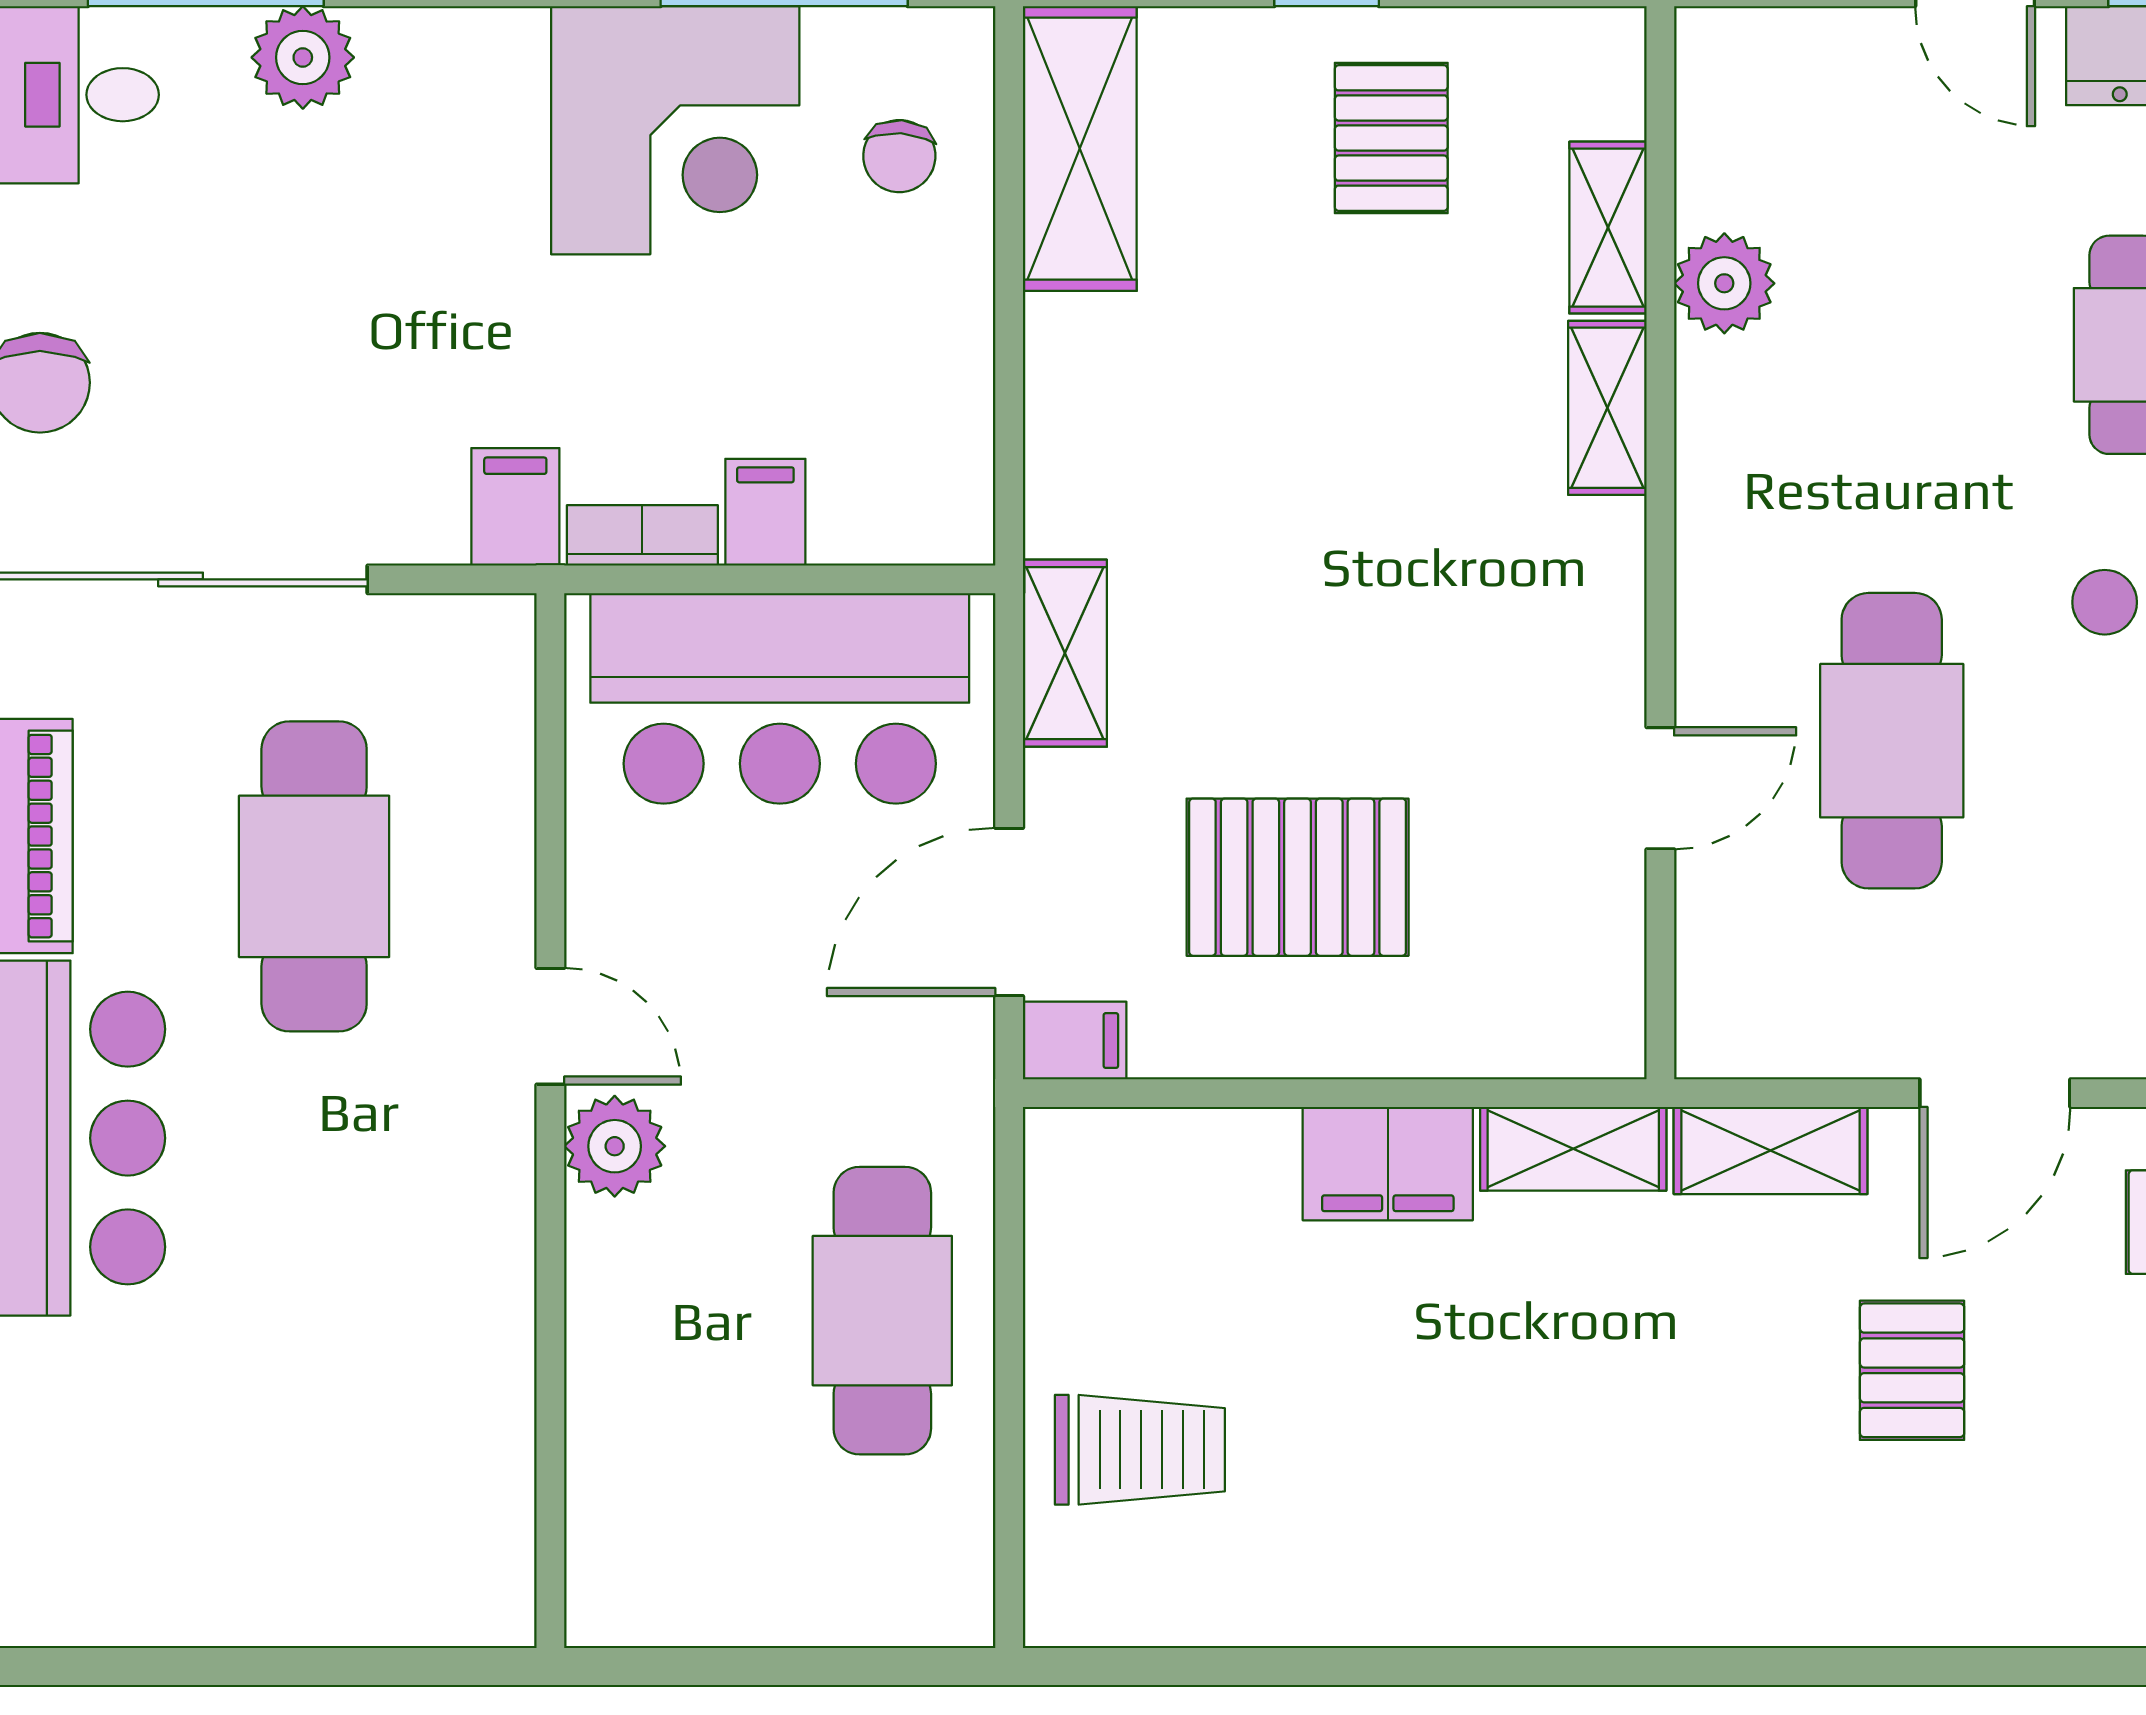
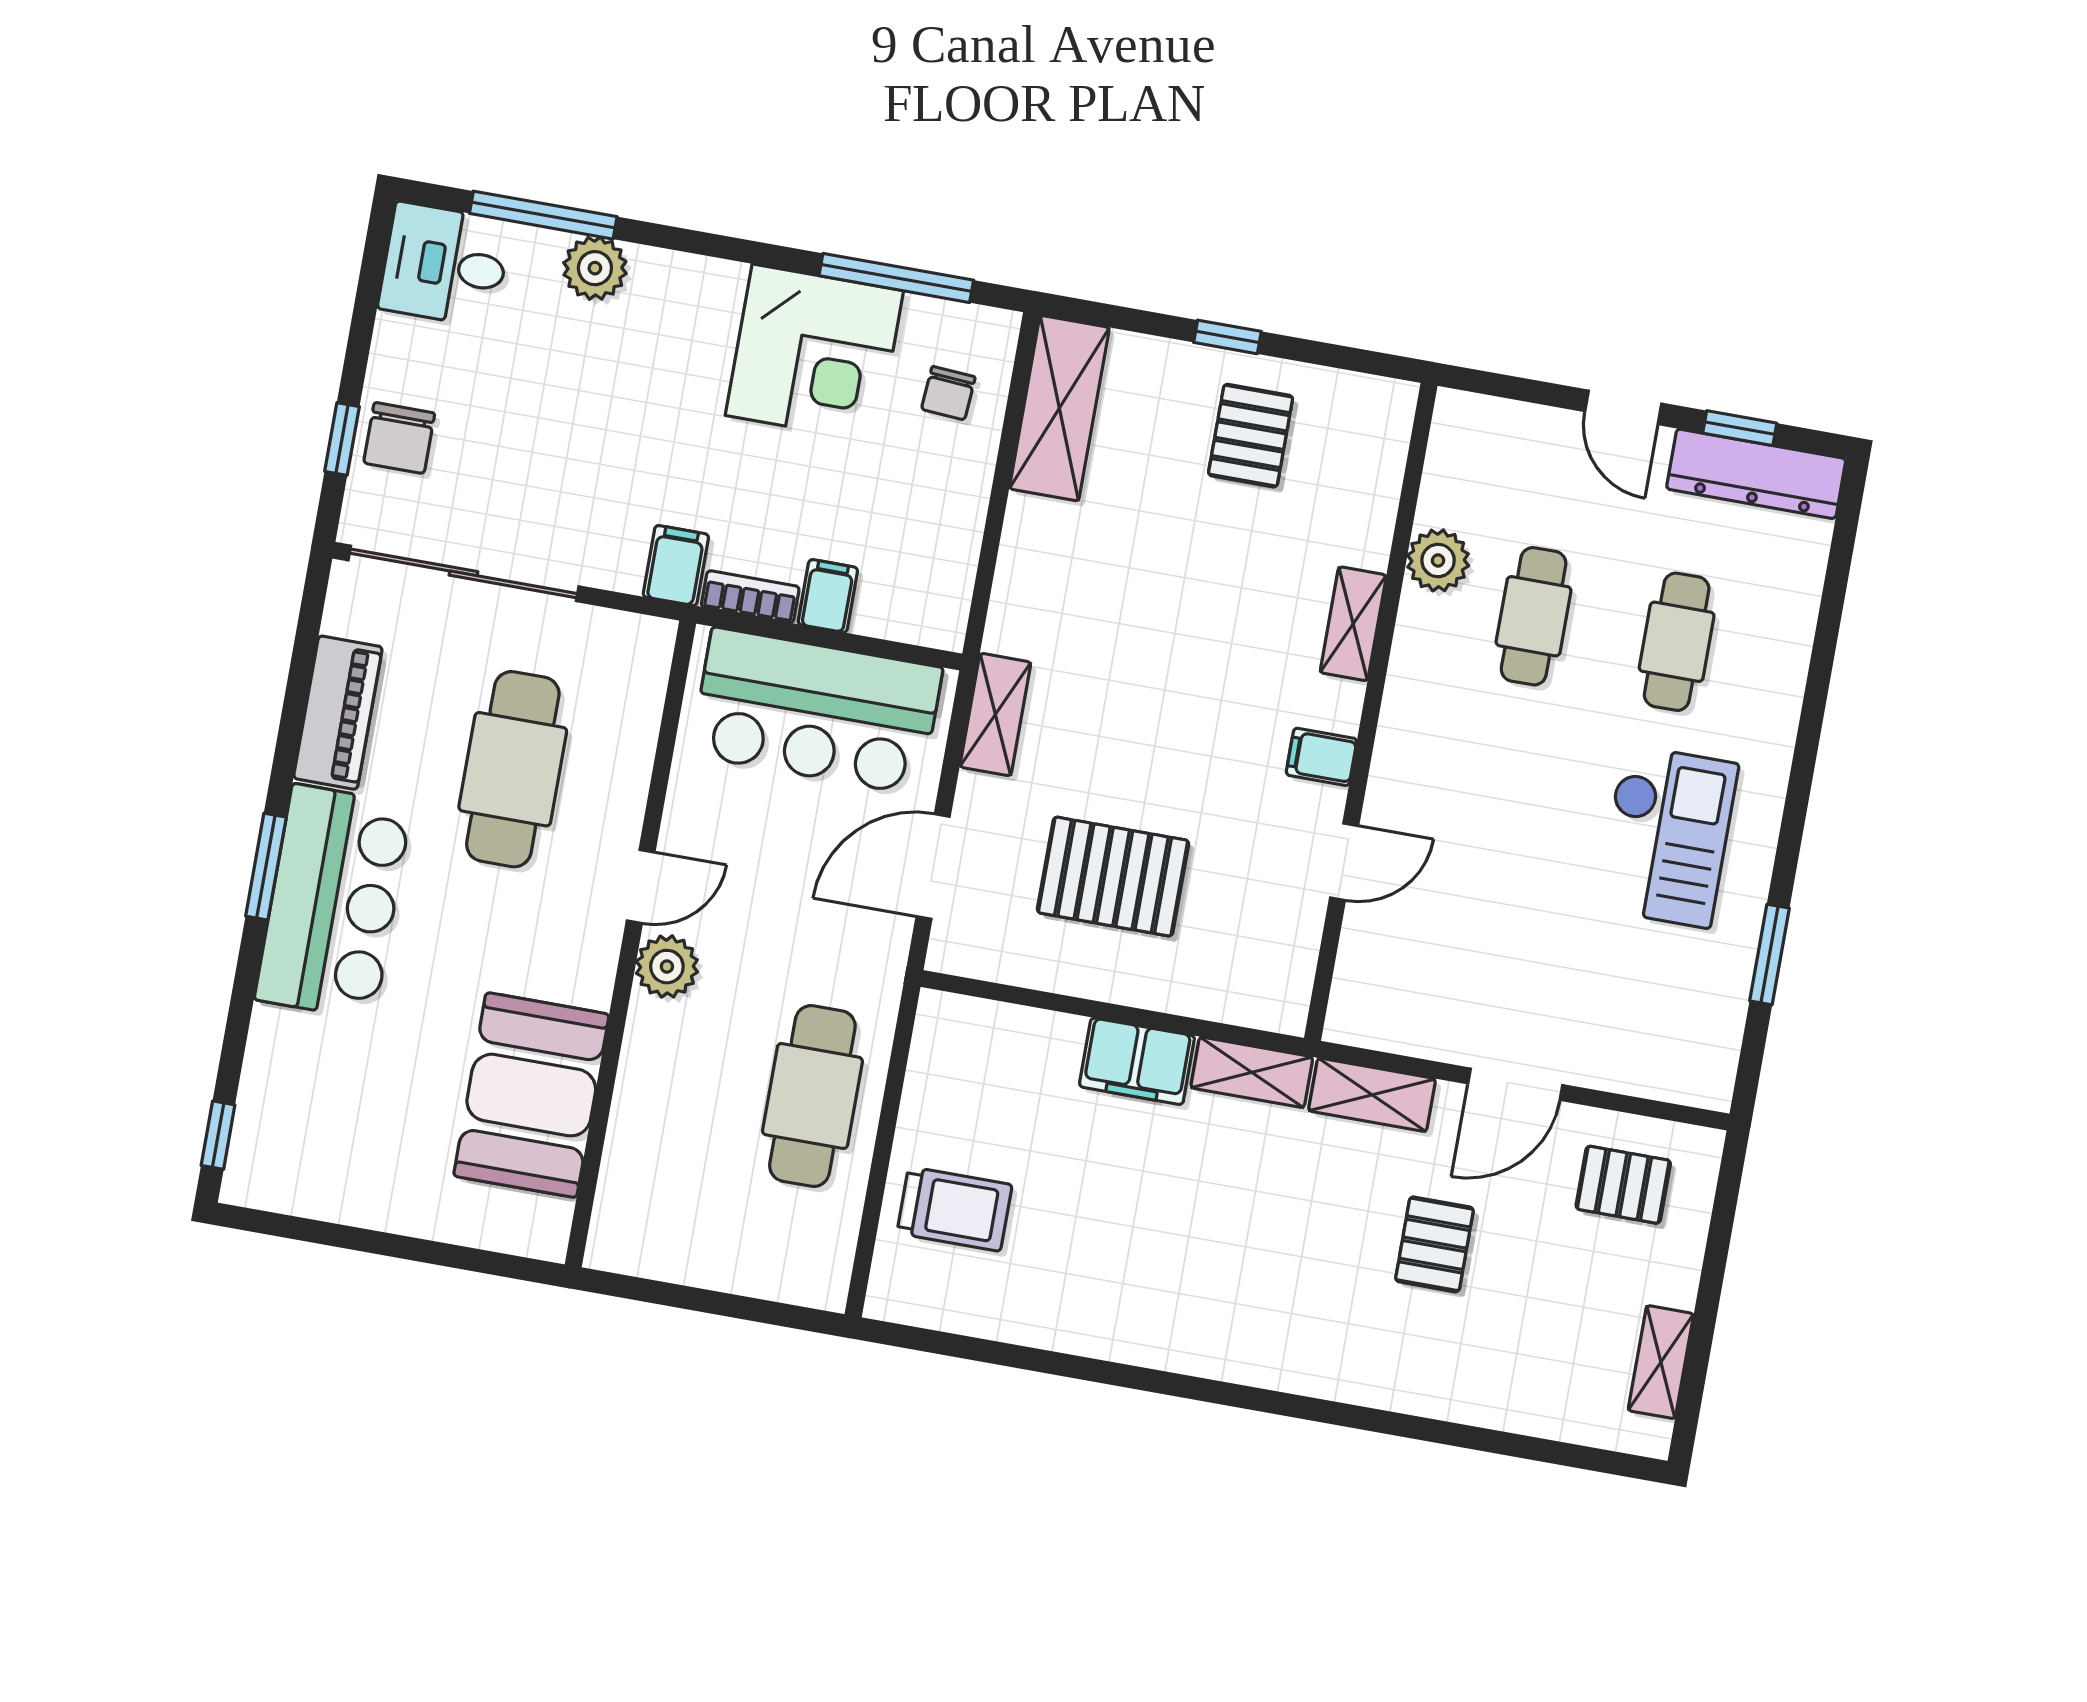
shelving: (1608, 228) -> (1373, 514), removed
cafe table: (1892, 741) -> (1534, 616), moved, width x0.73, depth x0.74
door: (550, 1026) -> (641, 886), hinge flipped
filing cabinet: (1075, 1041) -> (1321, 757), moved, turned 180
booth: (436, 1389) -> (531, 1095), added

